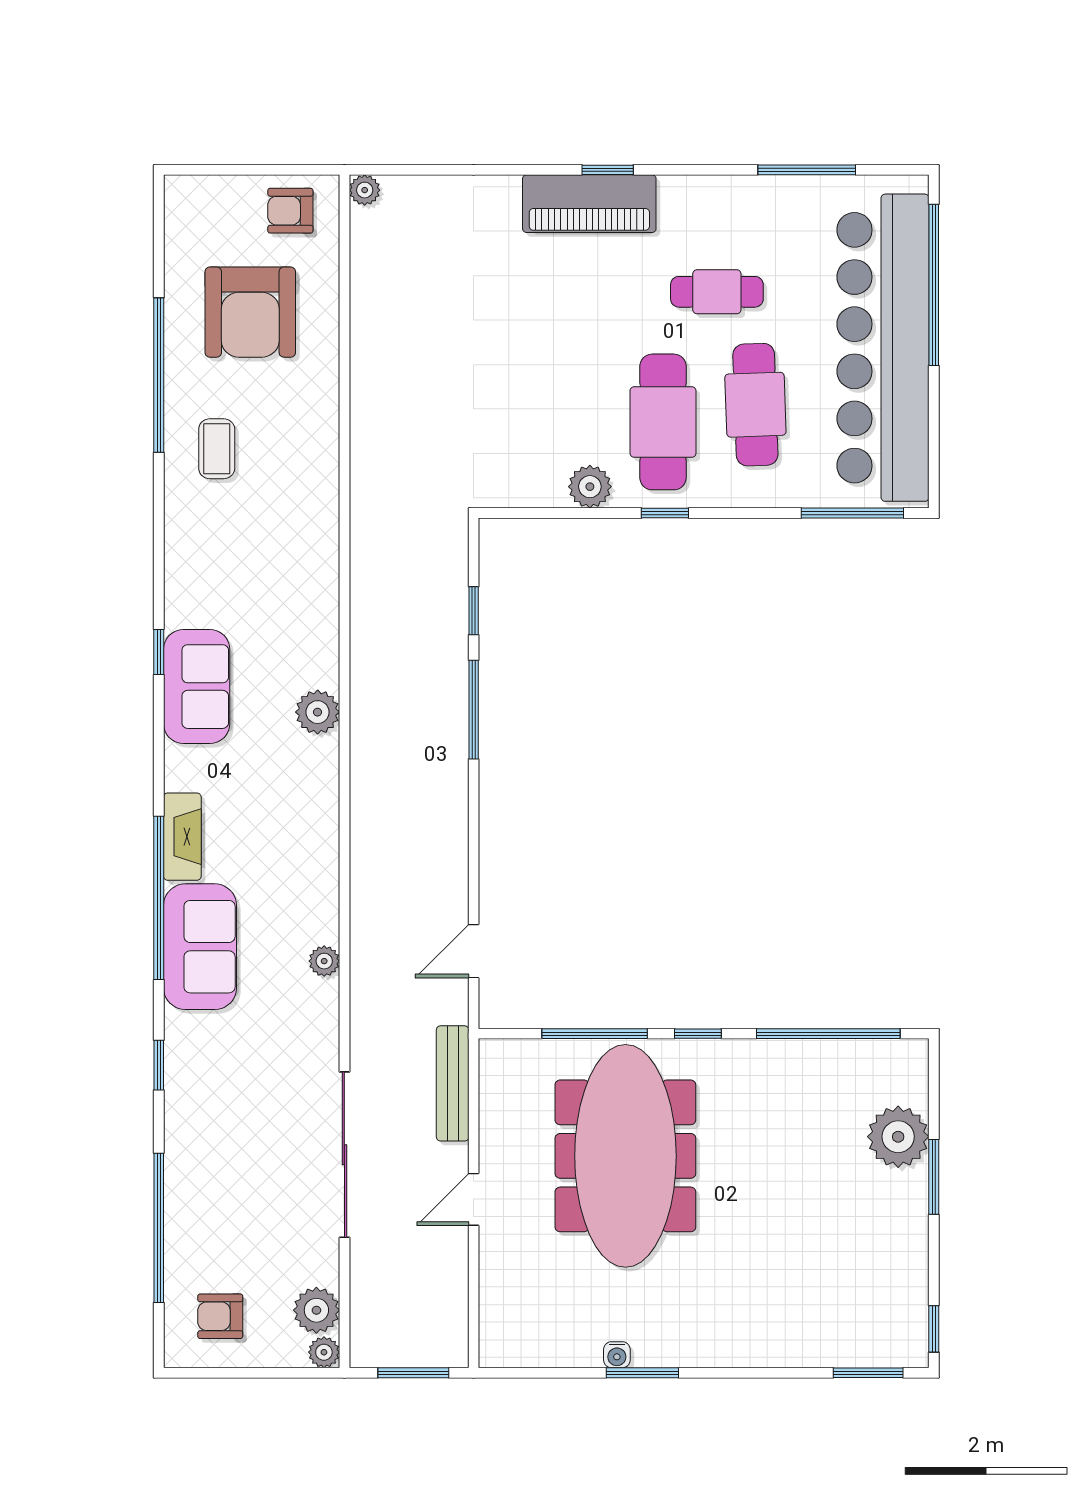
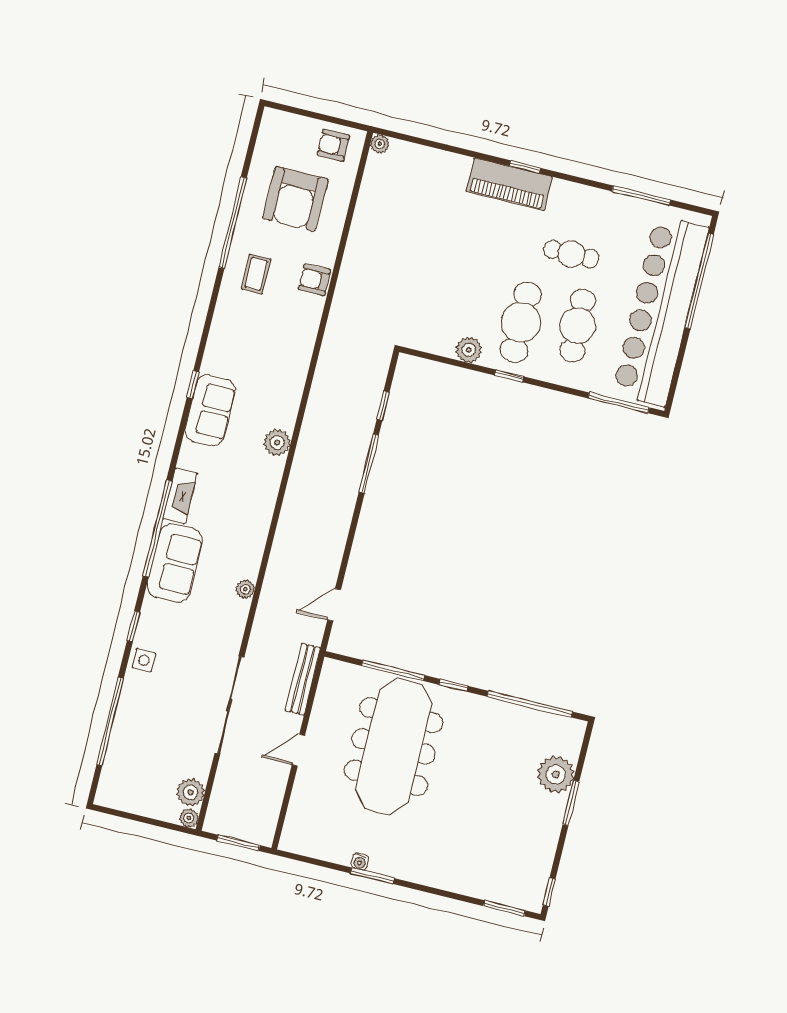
side table: (189, 1116) -> (144, 660), added
armchair: (220, 1316) -> (314, 280), moved

